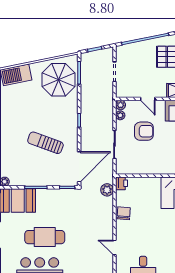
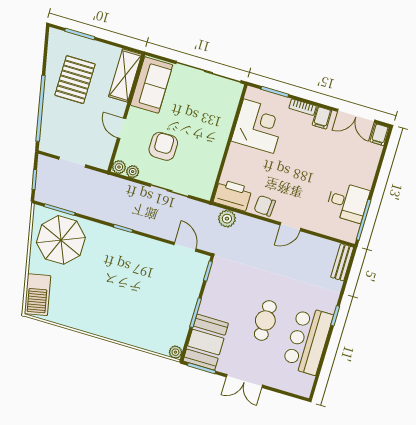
door: (148, 99) -> (122, 128), swing flipped
sun lounger: (45, 143) -> (140, 282), removed
door: (79, 167) -> (185, 247), width x0.53
printer: (122, 183) -> (233, 195), width x1.87, depth x1.48
cafe table: (45, 237) -> (265, 320), width x0.73, depth x0.74
door: (114, 247) -> (290, 227), moved

